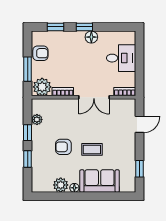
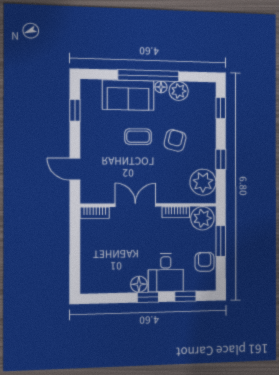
armchair: (40, 53) -> (205, 262), turned 90
desk: (121, 58) -> (166, 273), moved, turned -90
plant: (37, 120) -> (203, 182), width x1.87, depth x1.87
door: (140, 124) -> (75, 169), hinge flipped
armchair: (63, 147) -> (175, 140), turned -76
window: (28, 159) -> (221, 108), moved
window: (84, 196) -> (148, 76), added

